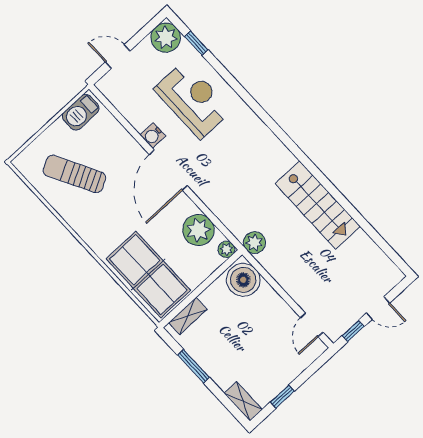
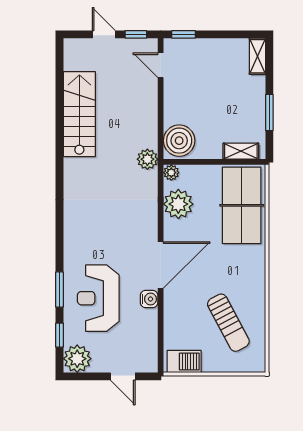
window: (229, 78) -> (60, 290), added
stairs: (318, 205) -> (79, 114), moved
door: (312, 325) -> (161, 65), swing flipped
window: (282, 397) -> (184, 34), moved

